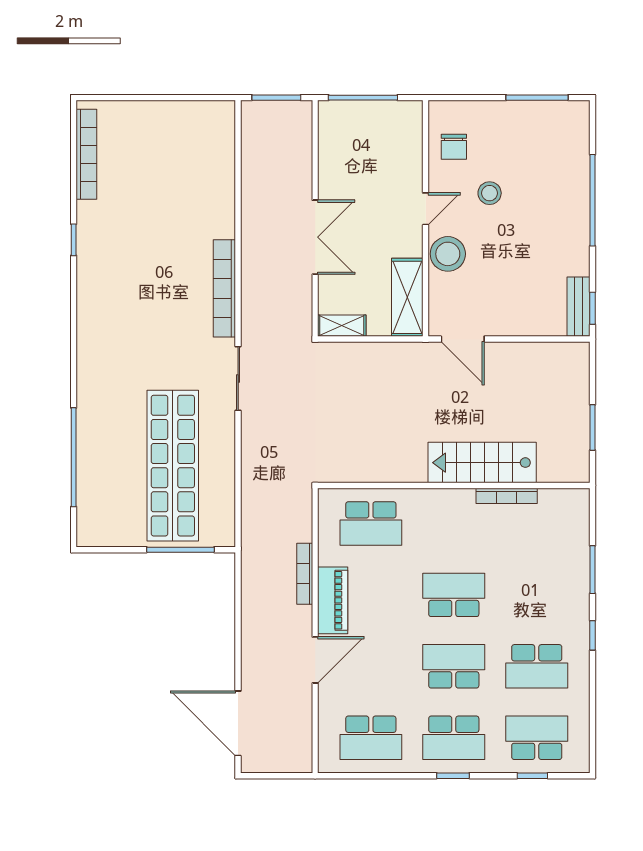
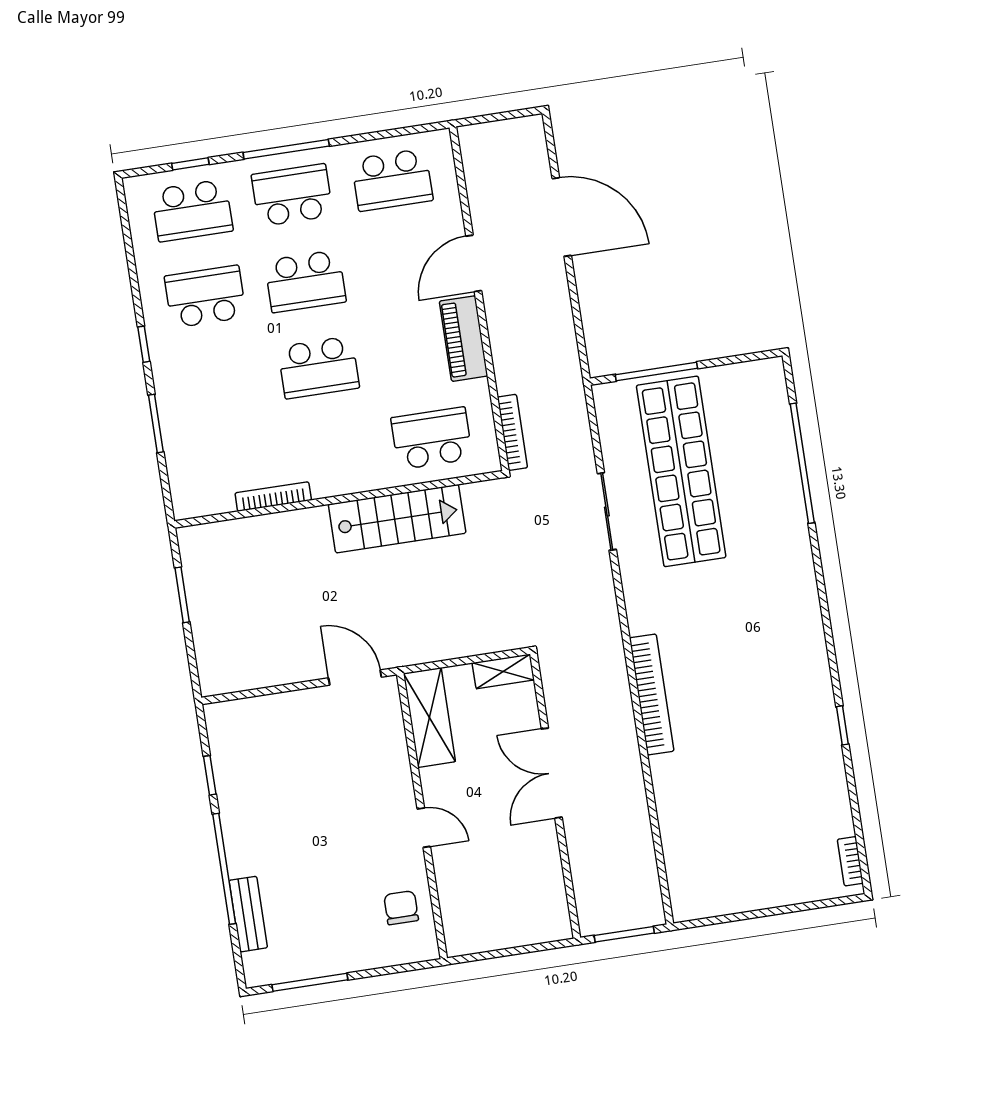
window: (363, 98) -> (520, 950), removed
bookcase: (86, 154) -> (850, 861), width x0.43, depth x0.76
stool: (490, 193) -> (350, 858), removed
door: (426, 209) -> (424, 828), swing flipped
stool: (448, 254) -> (389, 777), removed
bench: (579, 307) -> (248, 914), moved
window: (593, 308) -> (210, 775), moved
sliding door: (238, 378) -> (607, 511), moved
stairs: (482, 463) -> (397, 519), moved
bookcase: (305, 574) -> (512, 432), moved
door: (238, 723) -> (562, 217), moved
school desk: (371, 738) -> (392, 180), turned 180
window: (453, 776) -> (286, 149), width x2.17

